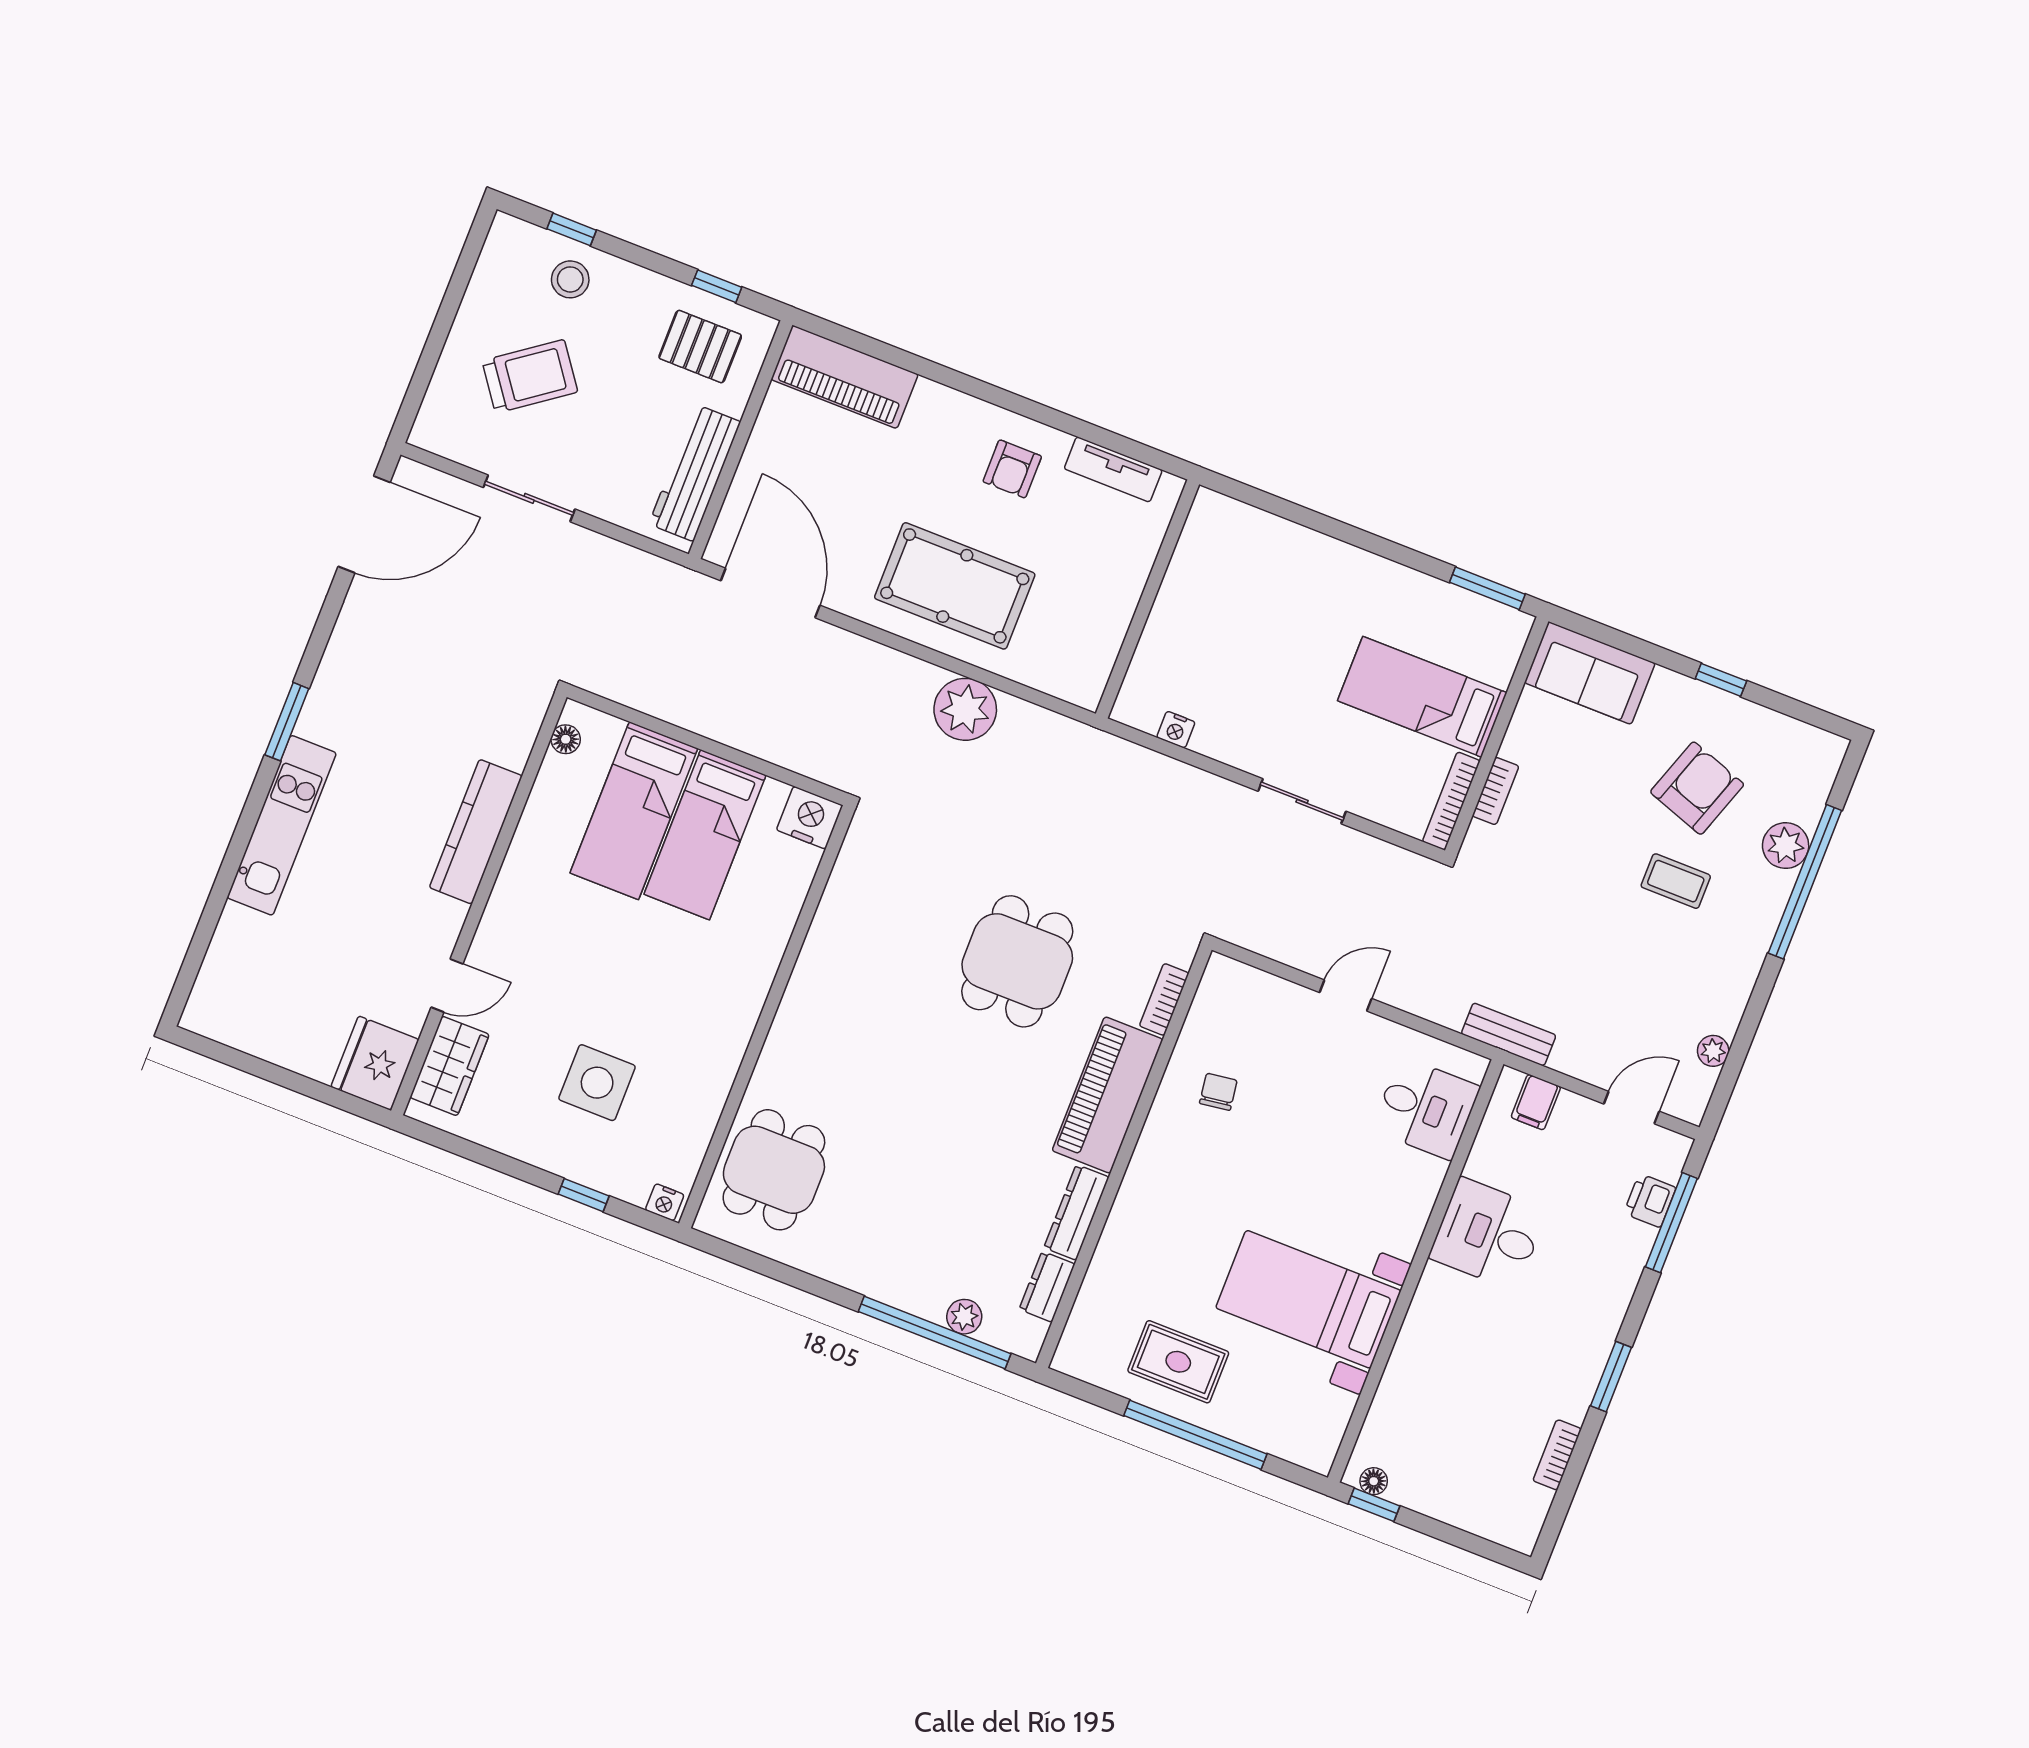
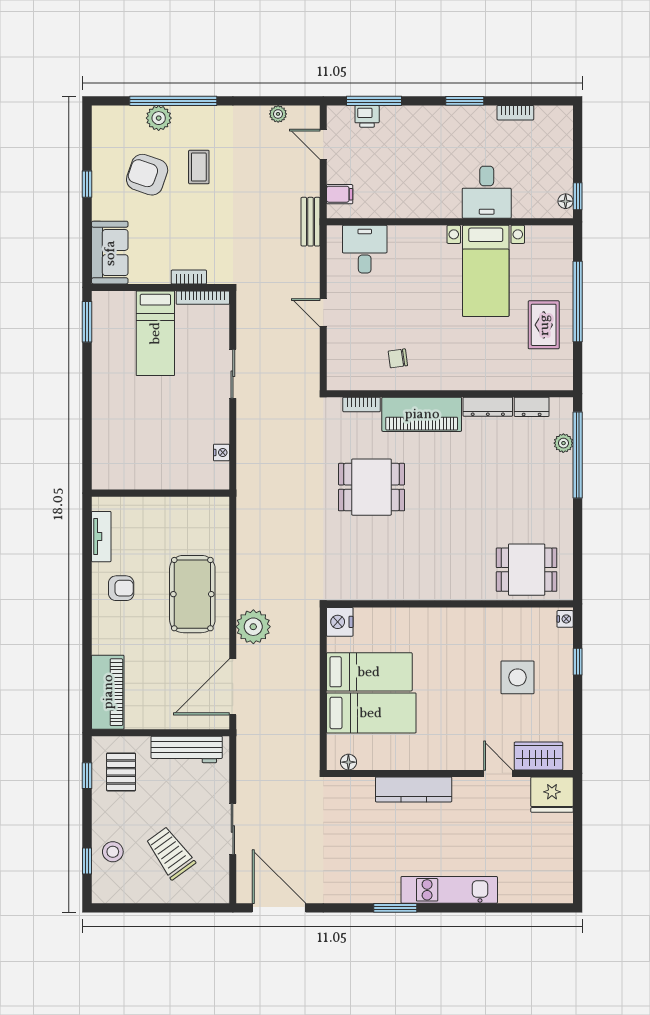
plant: (965, 709) -> (253, 627), moved
desk: (1488, 1234) -> (487, 192), moved

